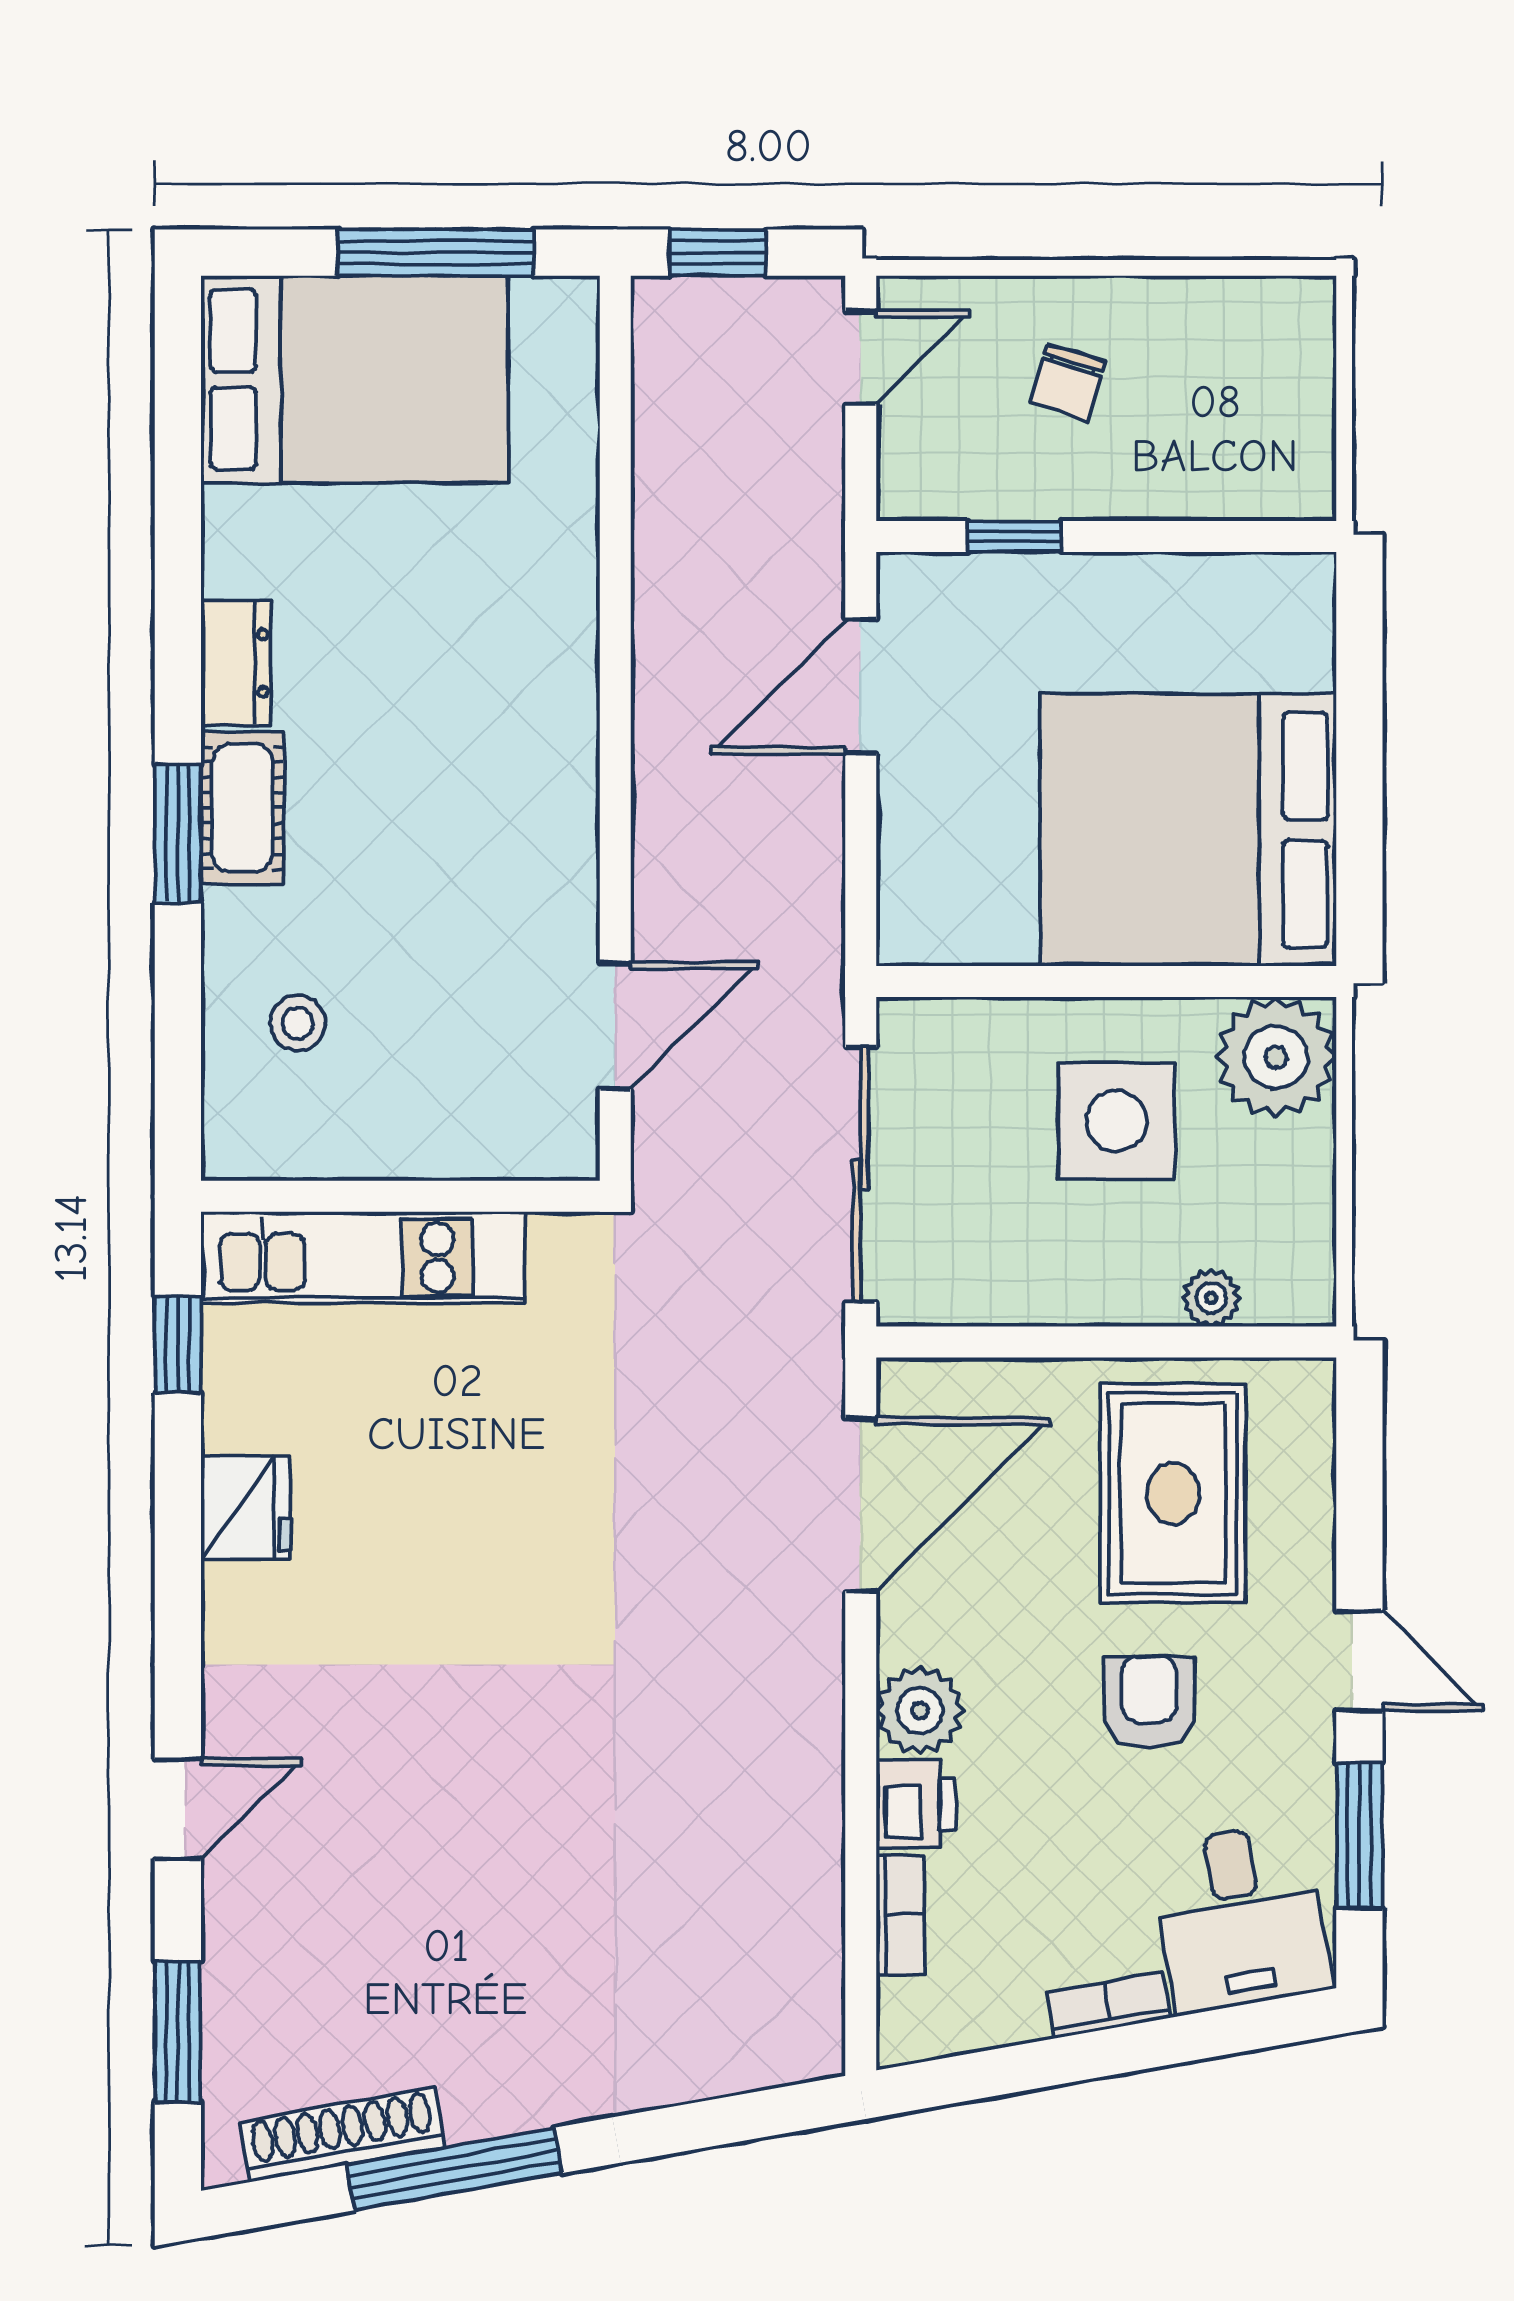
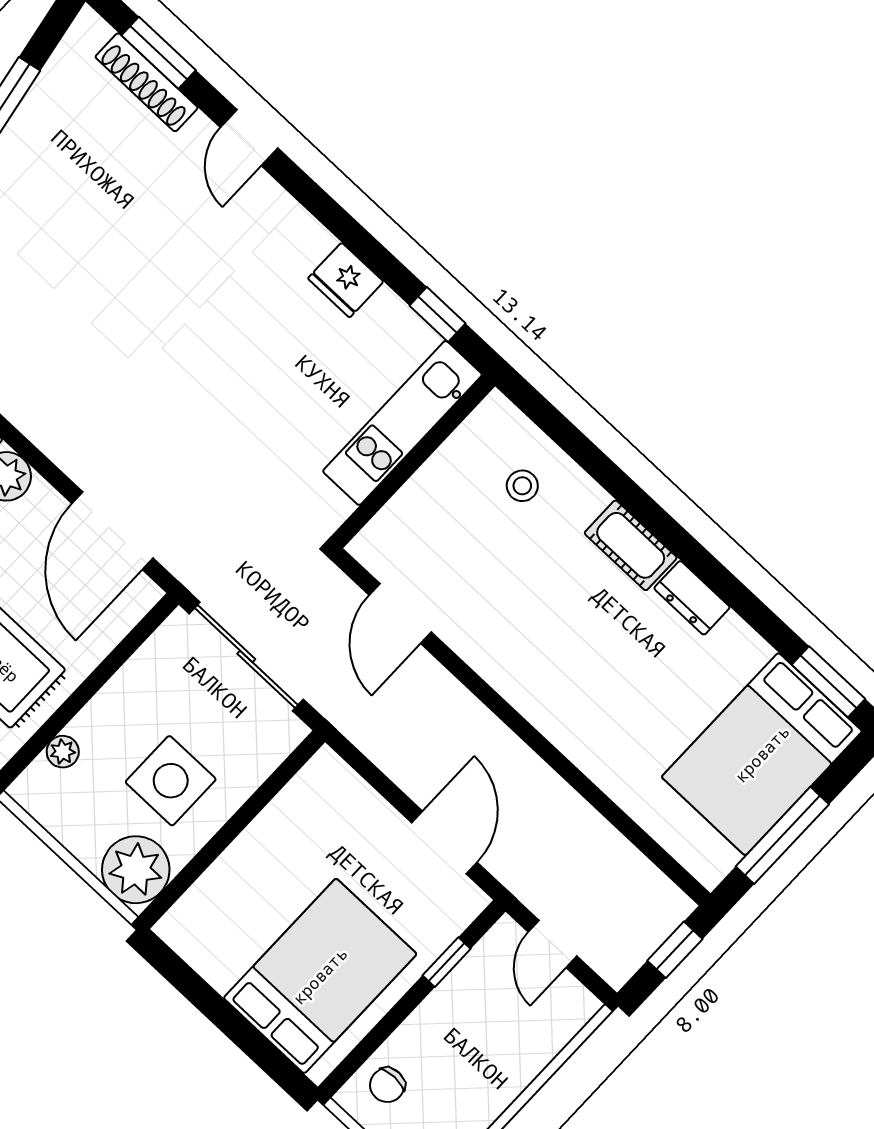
door: (861, 357) -> (553, 944), moved
chair: (1067, 382) -> (387, 1085), moved, turned -107
bed: (1188, 830) -> (320, 976), moved, width x0.73
window: (178, 834) -> (828, 682), moved
shoe rack: (343, 2134) -> (147, 82), moved, turned 100

